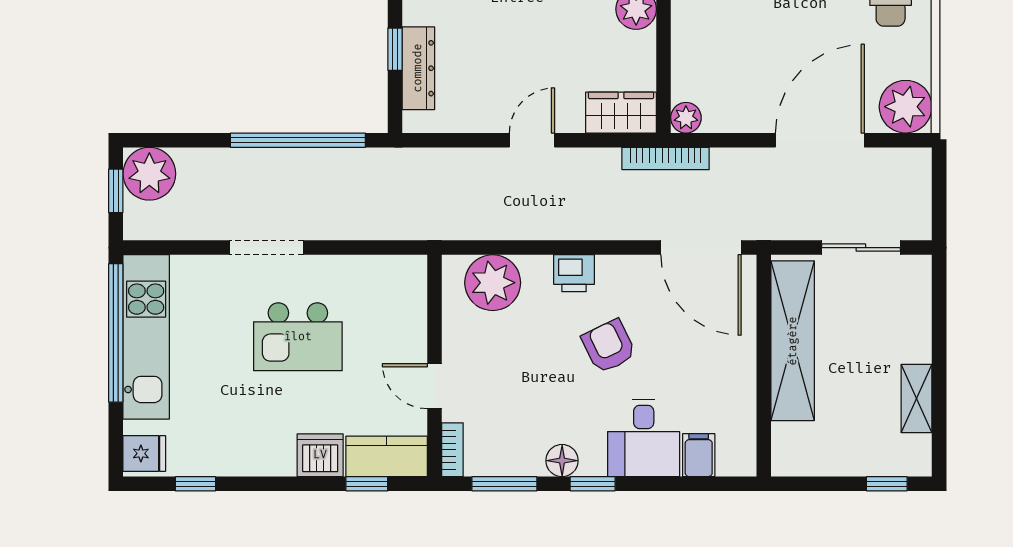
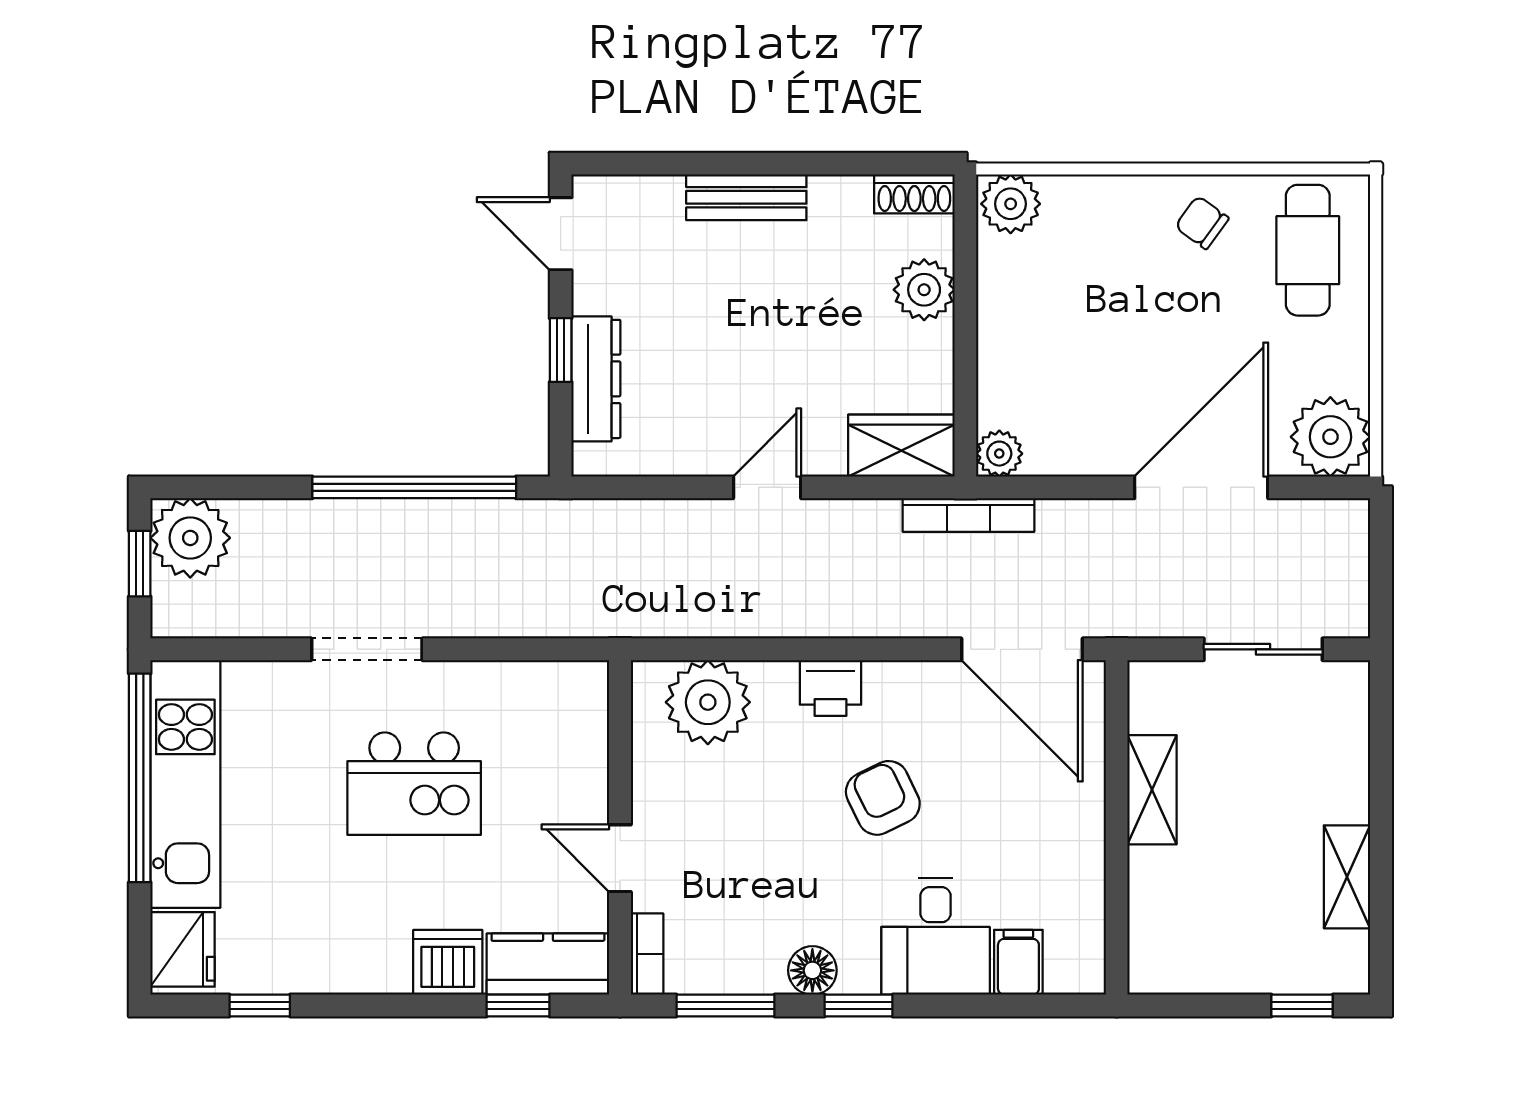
shelving: (793, 341) -> (1152, 790), width x0.45, depth x0.75
fridge: (144, 453) -> (183, 949), width x1.38

